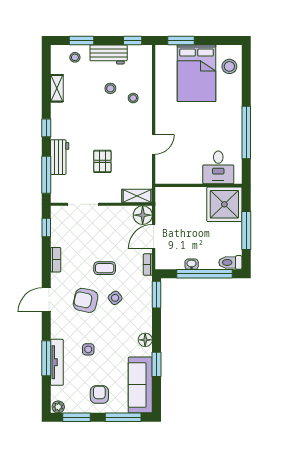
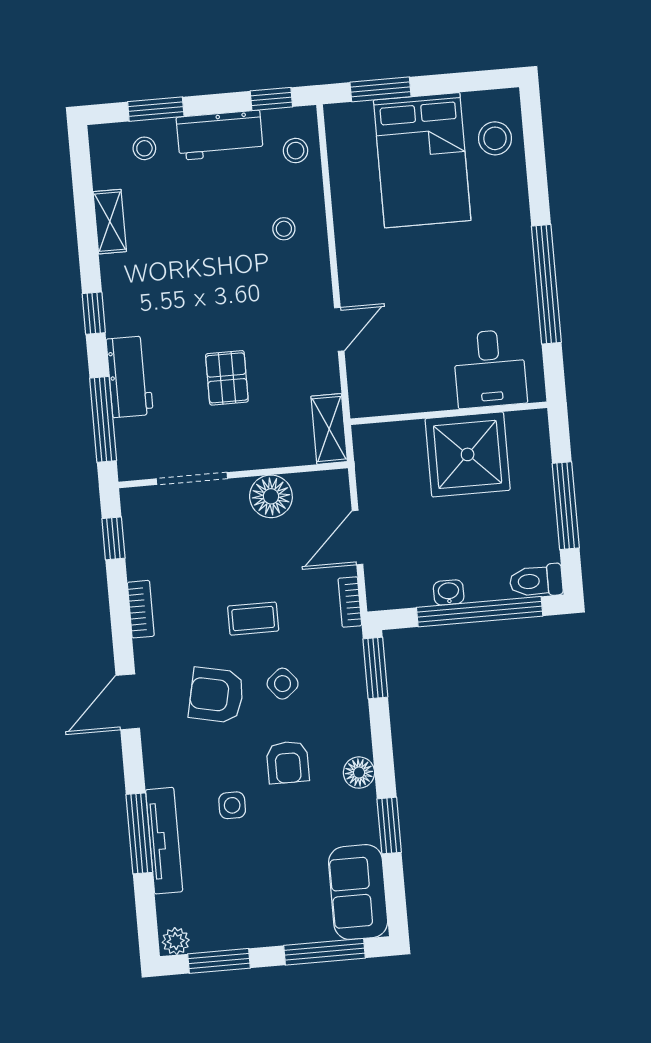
stool: (110, 88) -> (296, 151), moved
shelving: (137, 196) -> (329, 429), moved, turned 90
shower: (224, 204) -> (468, 454), moved
floor lamp: (143, 215) -> (271, 496), moved
sofa: (140, 385) -> (358, 892), width x0.73
armchair: (99, 395) -> (288, 762), moved, turned 180

